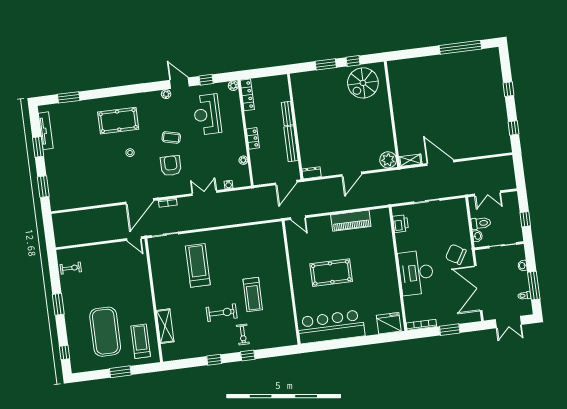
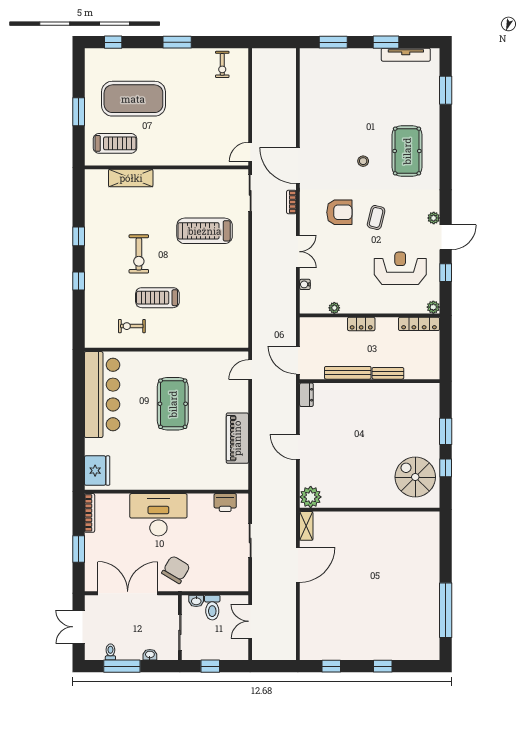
treadmill: (198, 265) -> (205, 231), turned 180
exercise bike: (243, 334) -> (132, 326), moved

